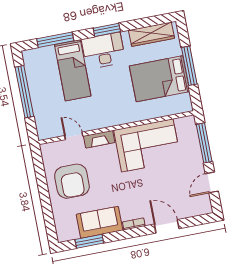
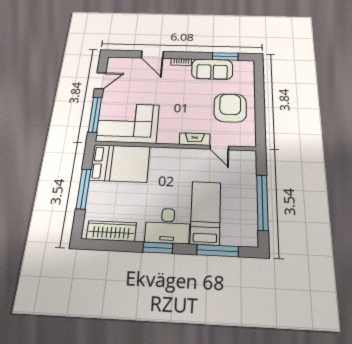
bed: (160, 79) -> (120, 163), moved
corner sofa: (147, 145) -> (128, 123), moved

